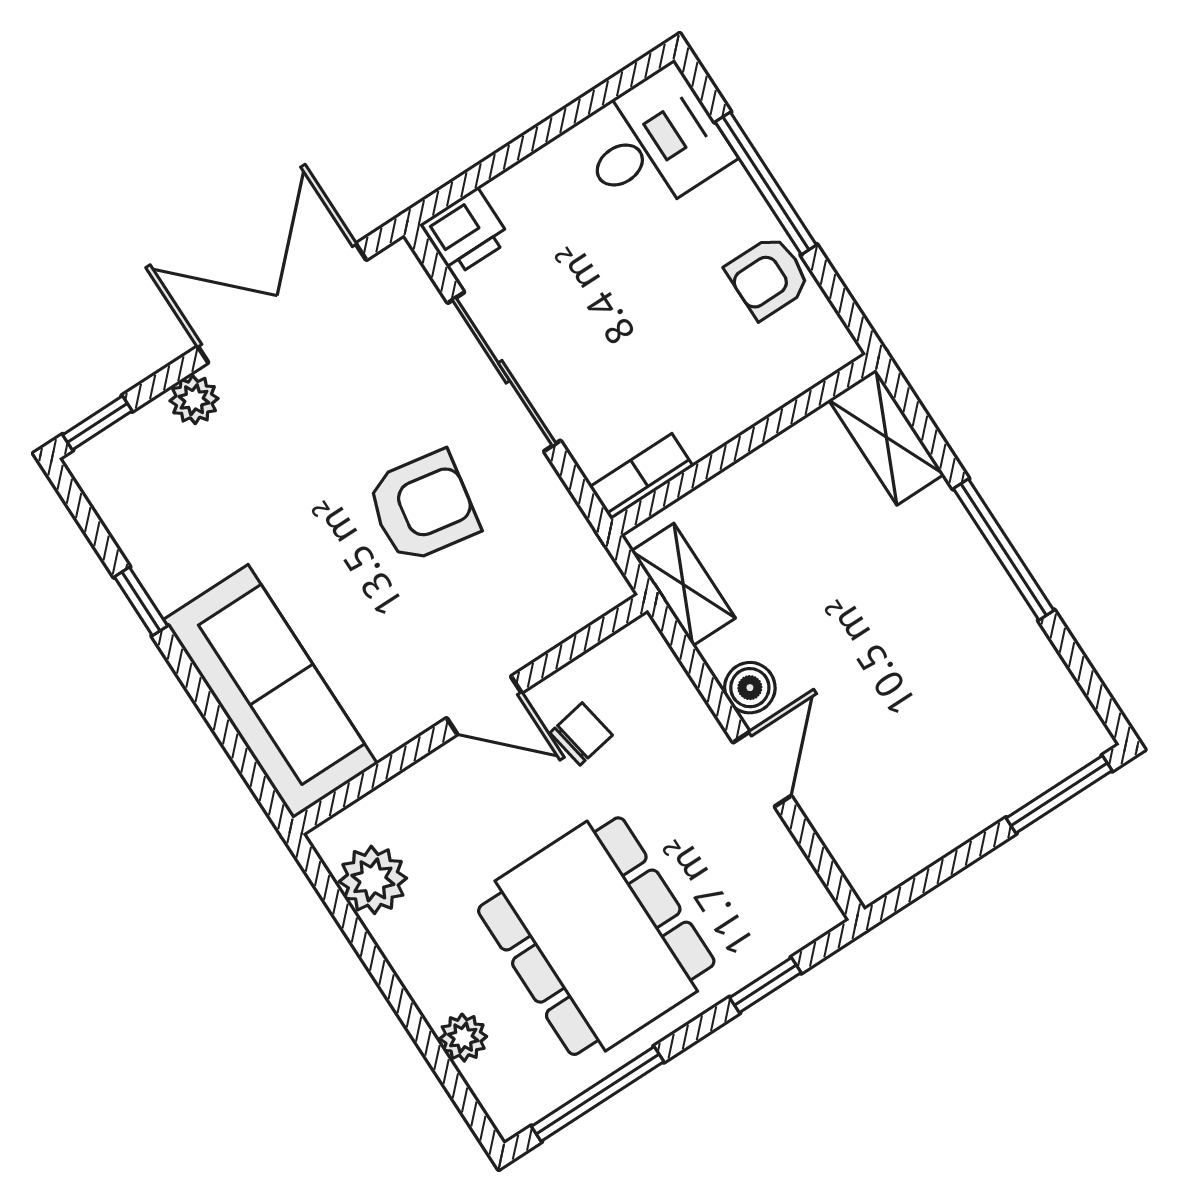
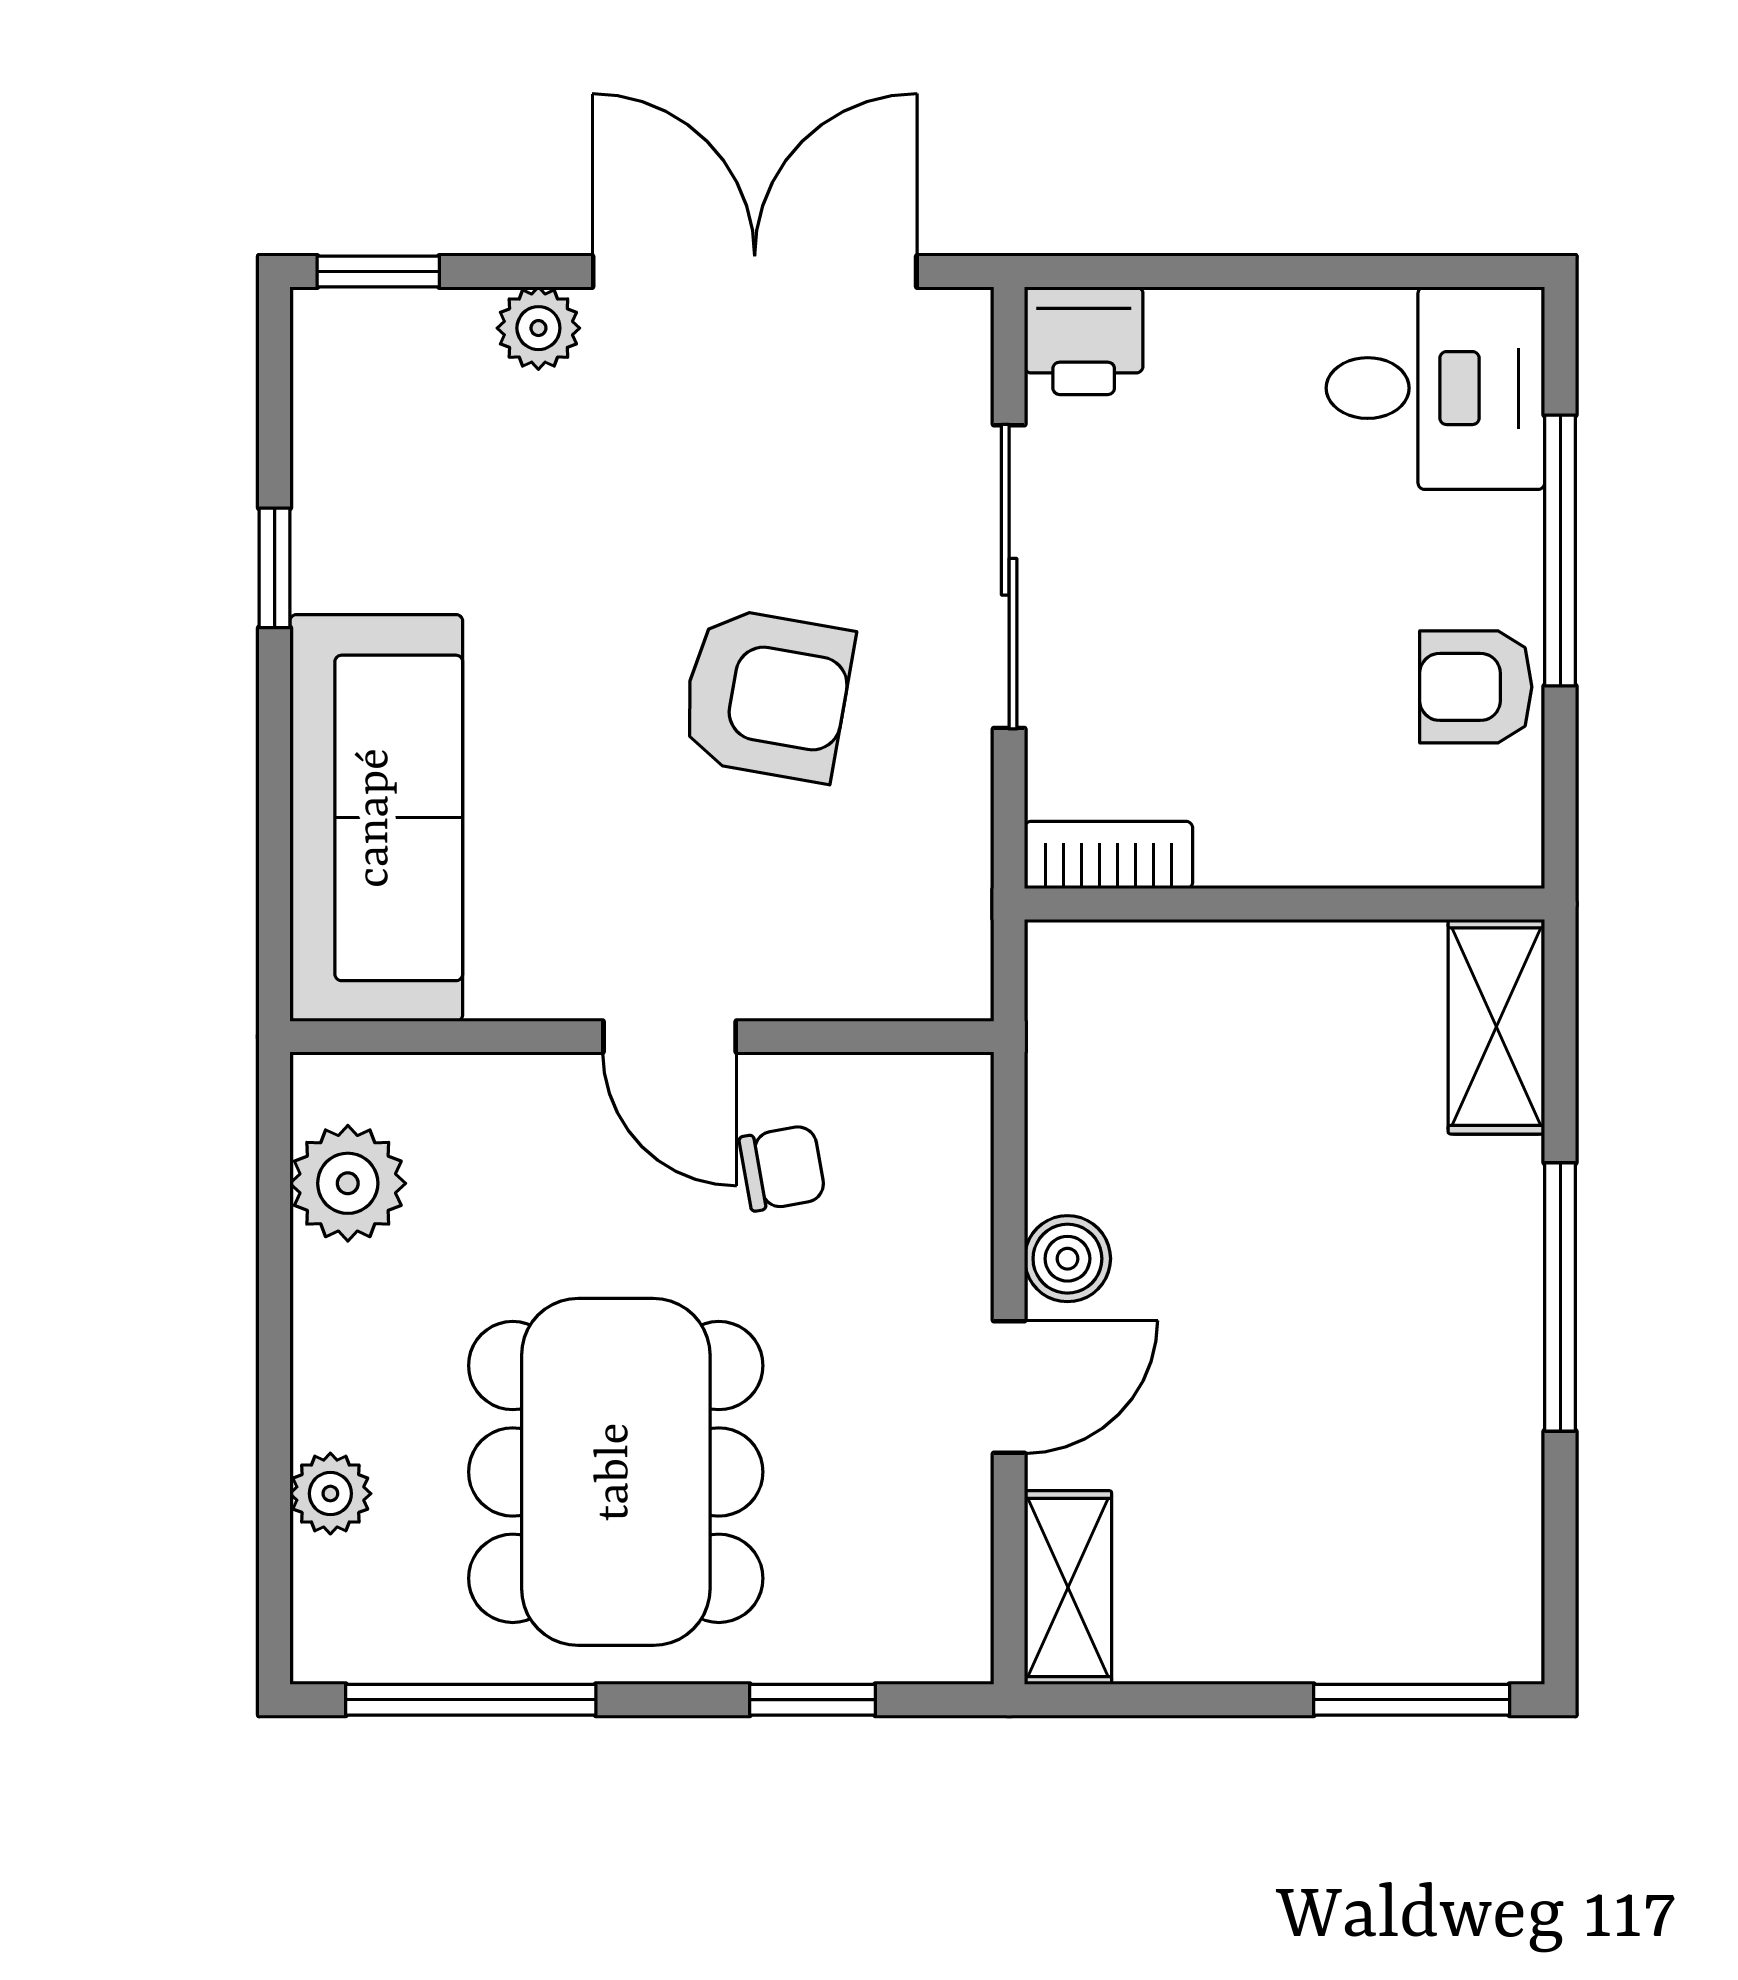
shelving: (683, 584) -> (1068, 1588), moved

